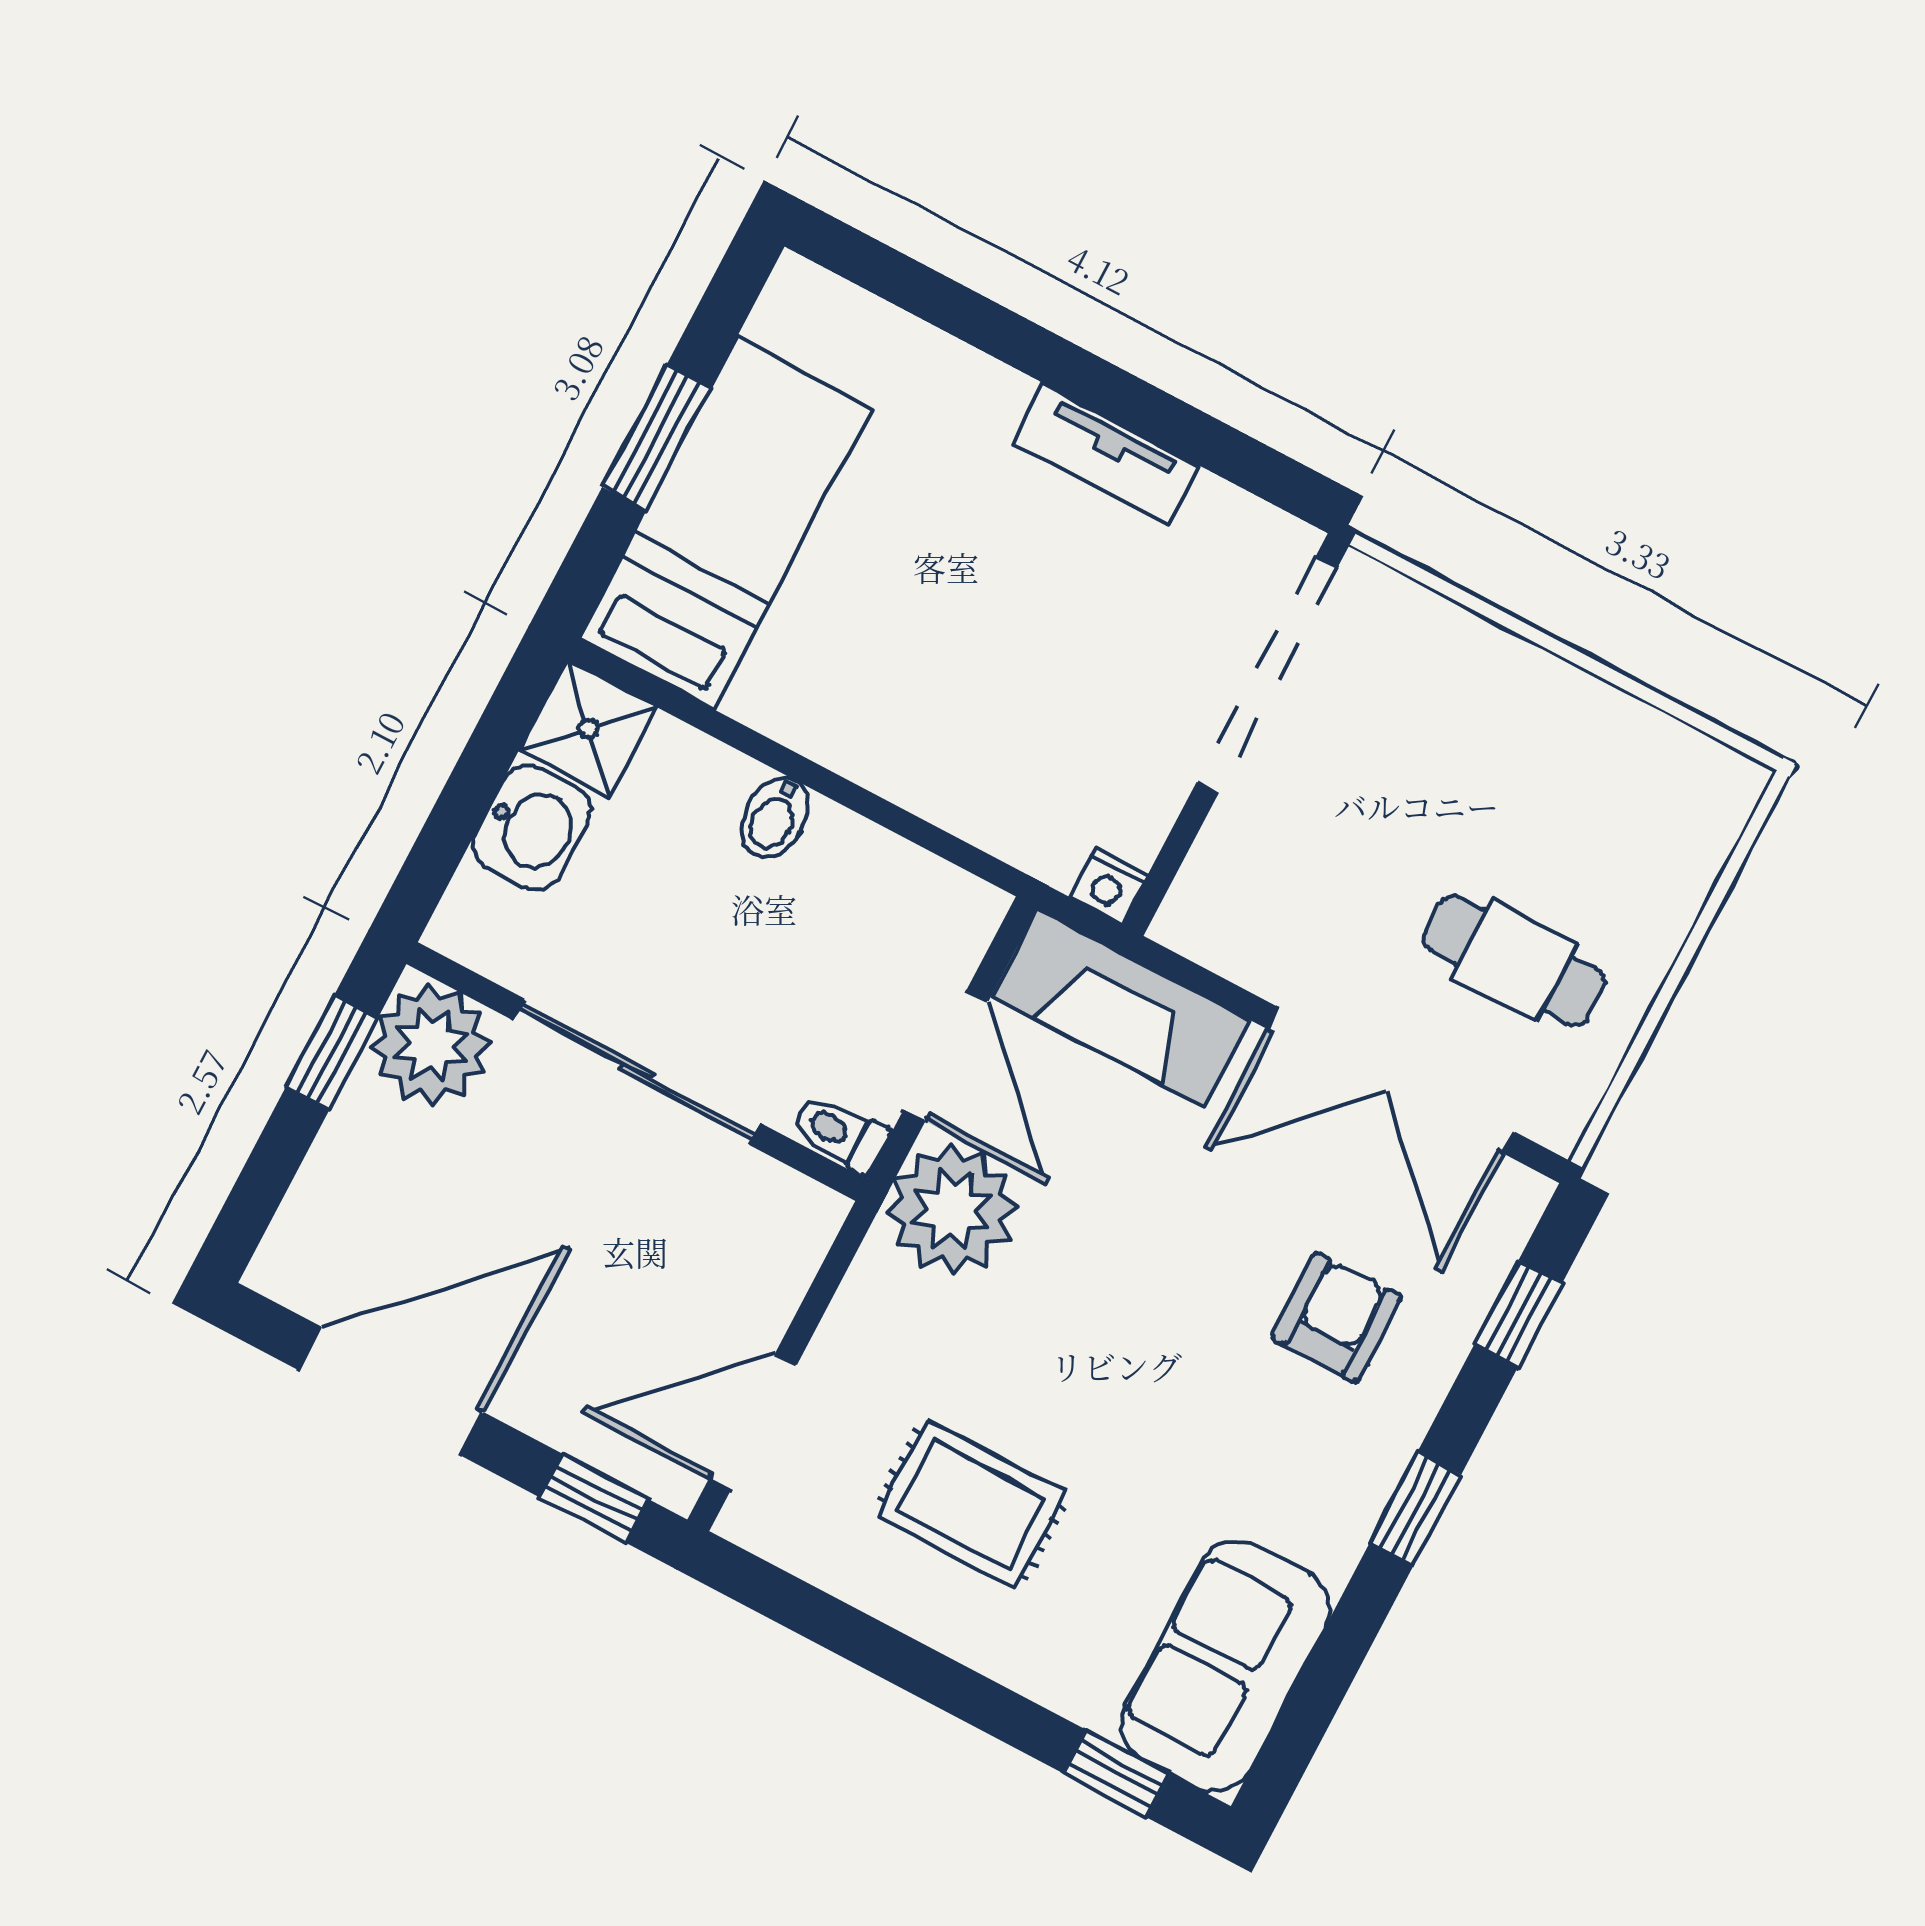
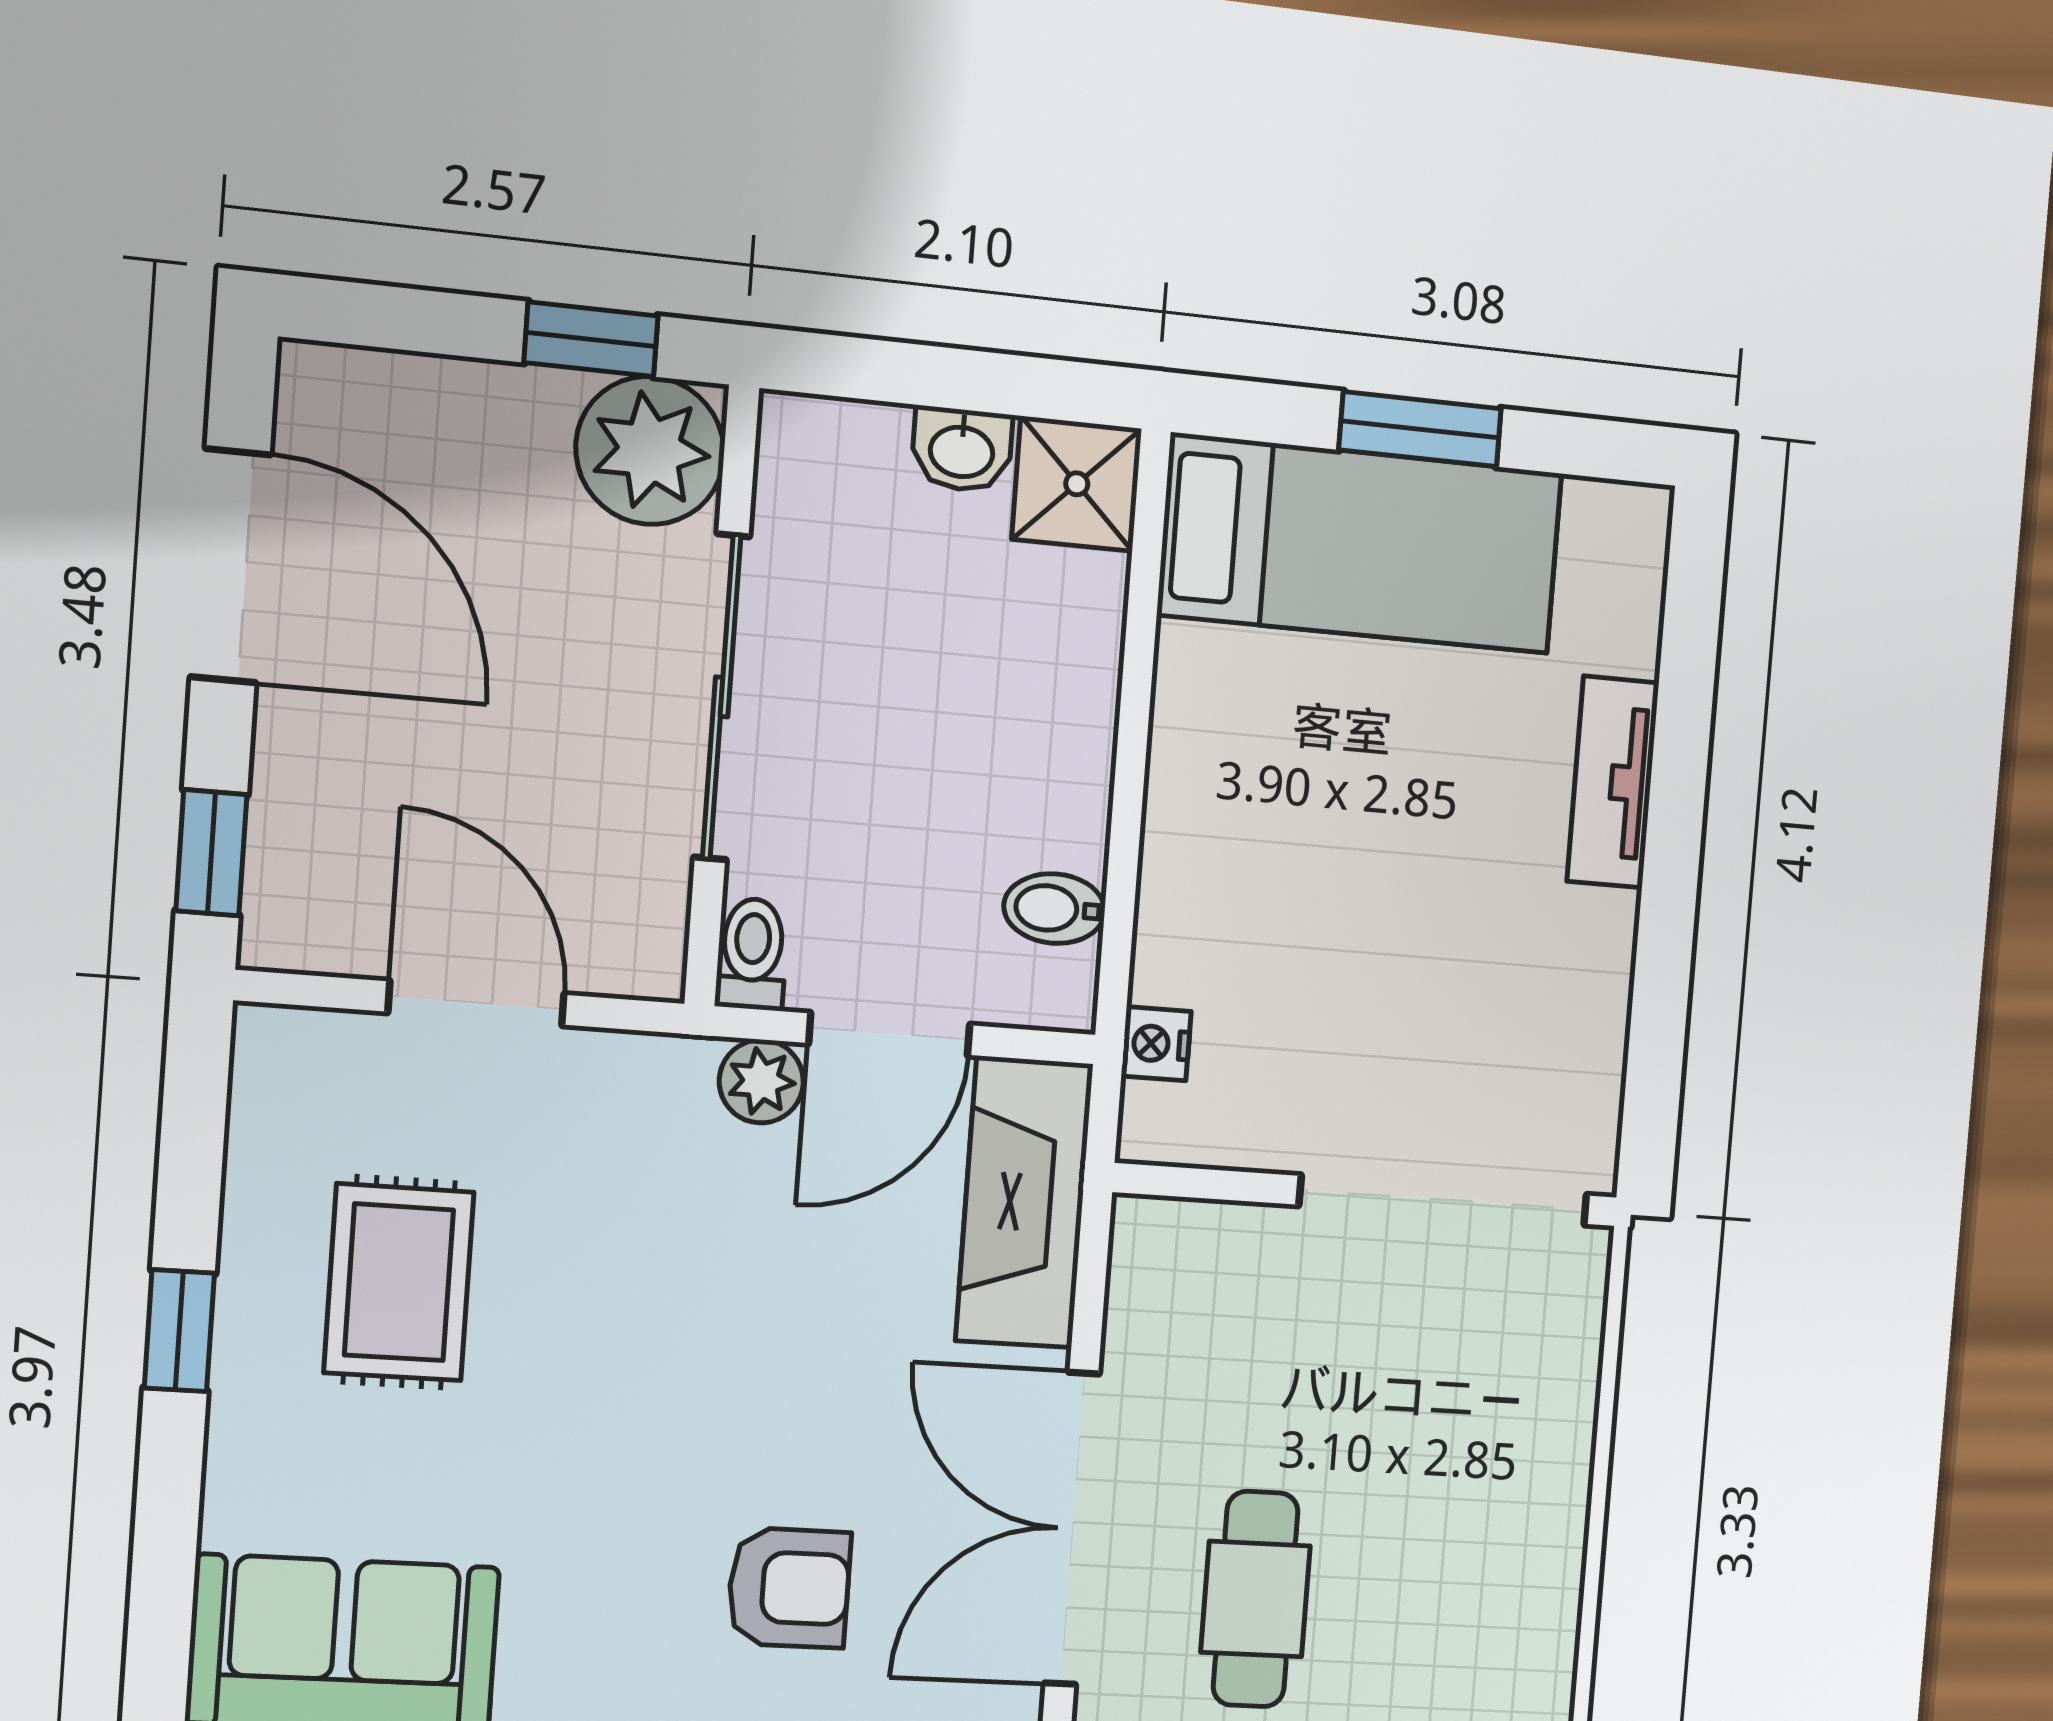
tv unit: (1106, 454) -> (1613, 782), moved
bidet: (775, 818) -> (1054, 909), moved
washbasin: (532, 828) -> (962, 450), width x0.72, depth x0.69
nightstand: (1109, 886) -> (1156, 1044), moved
plant: (952, 1210) -> (761, 1081), width x0.53, depth x0.53
door: (753, 1422) -> (476, 1003), moved
window: (1116, 1774) -> (179, 1331), moved

